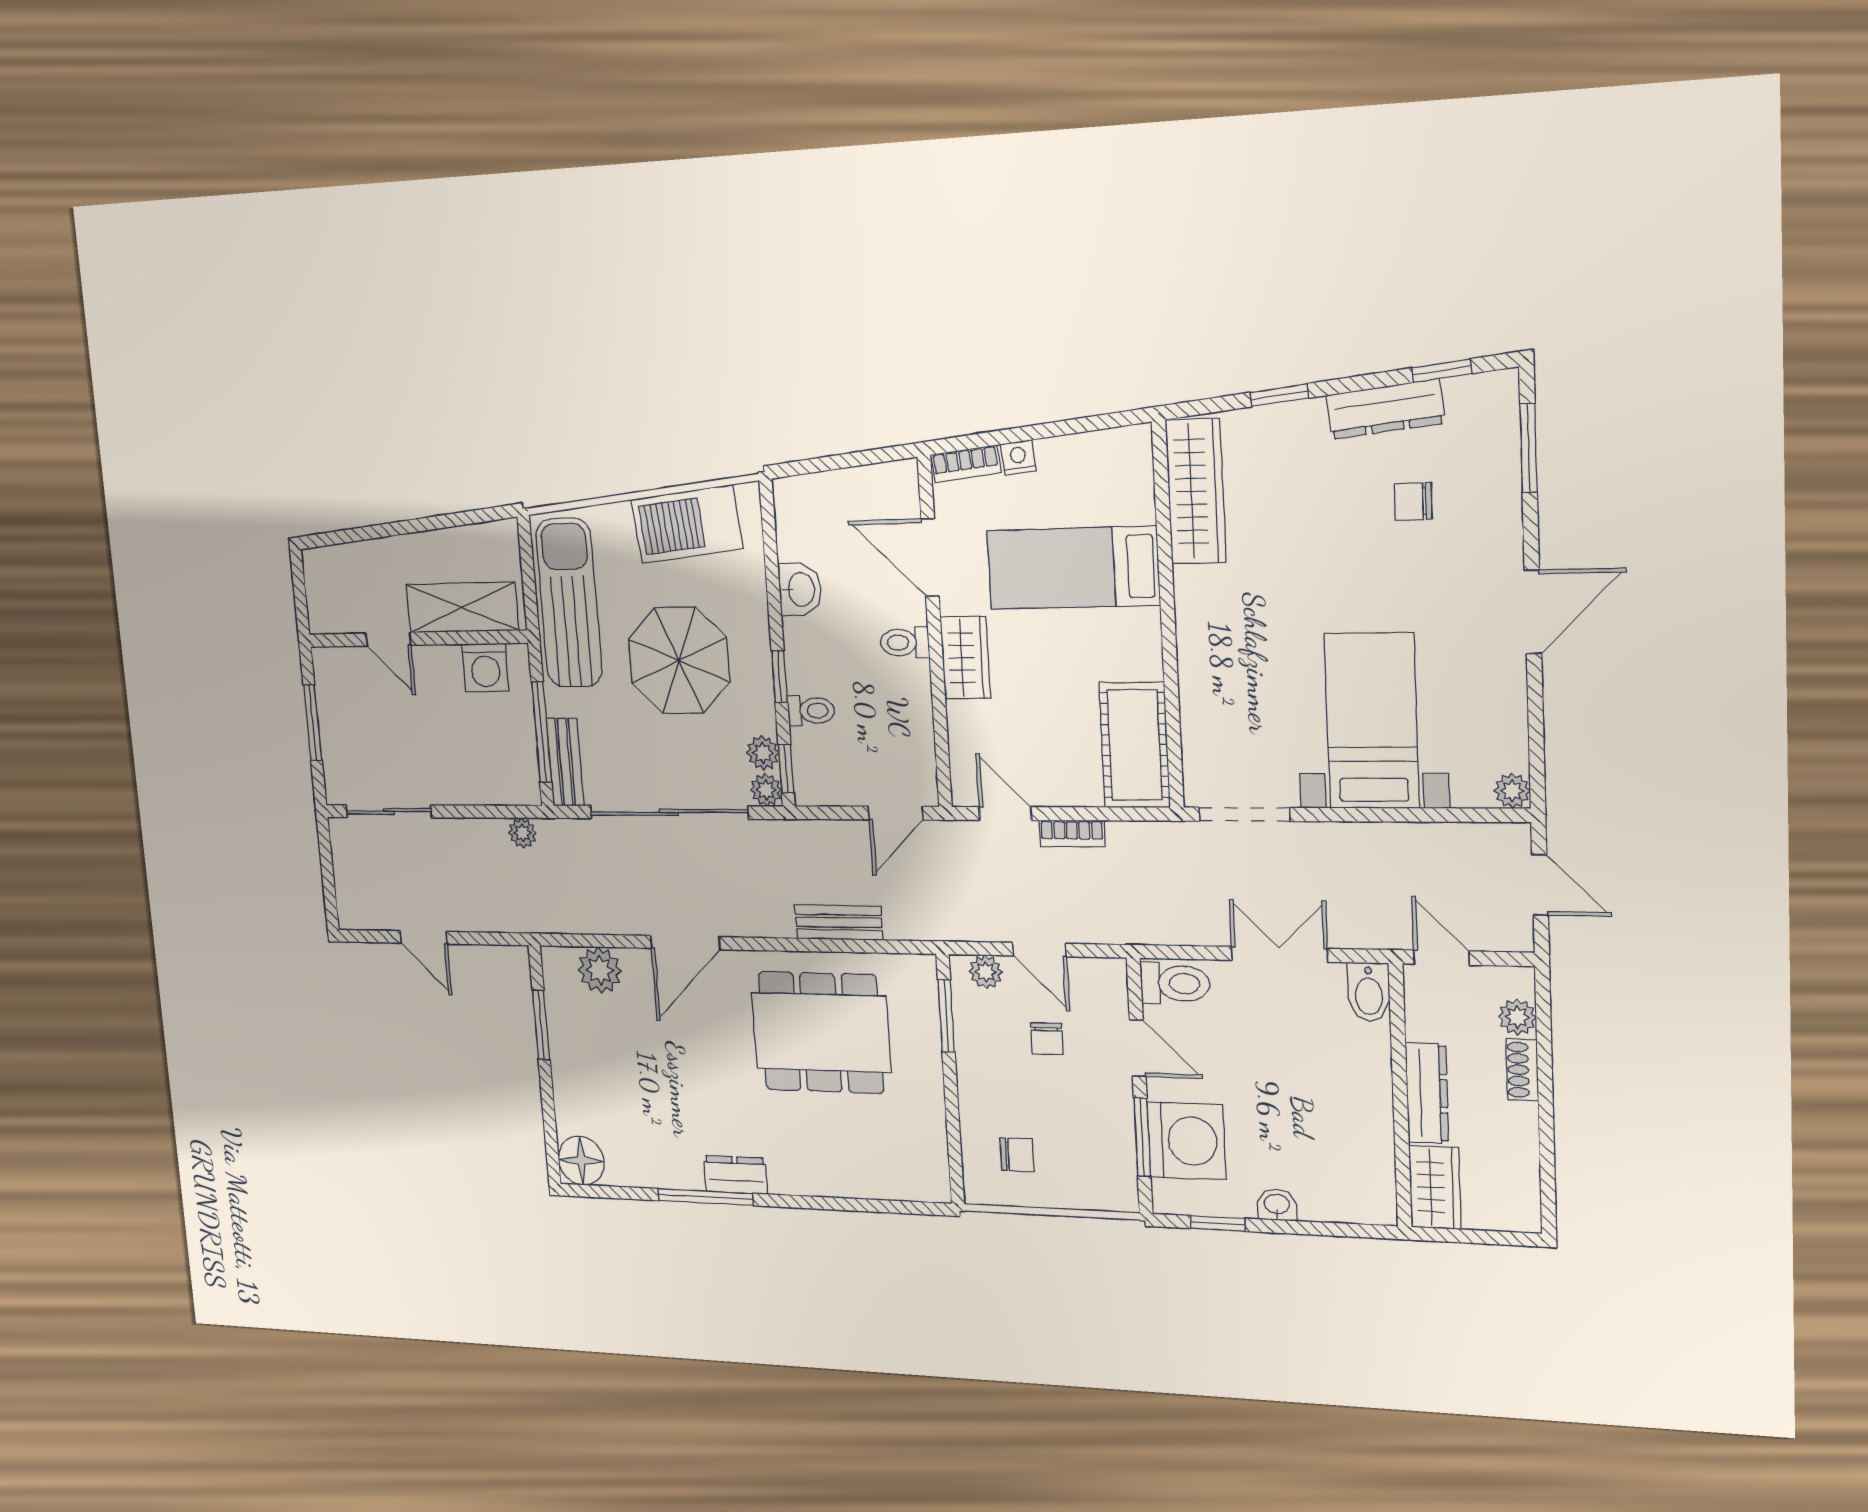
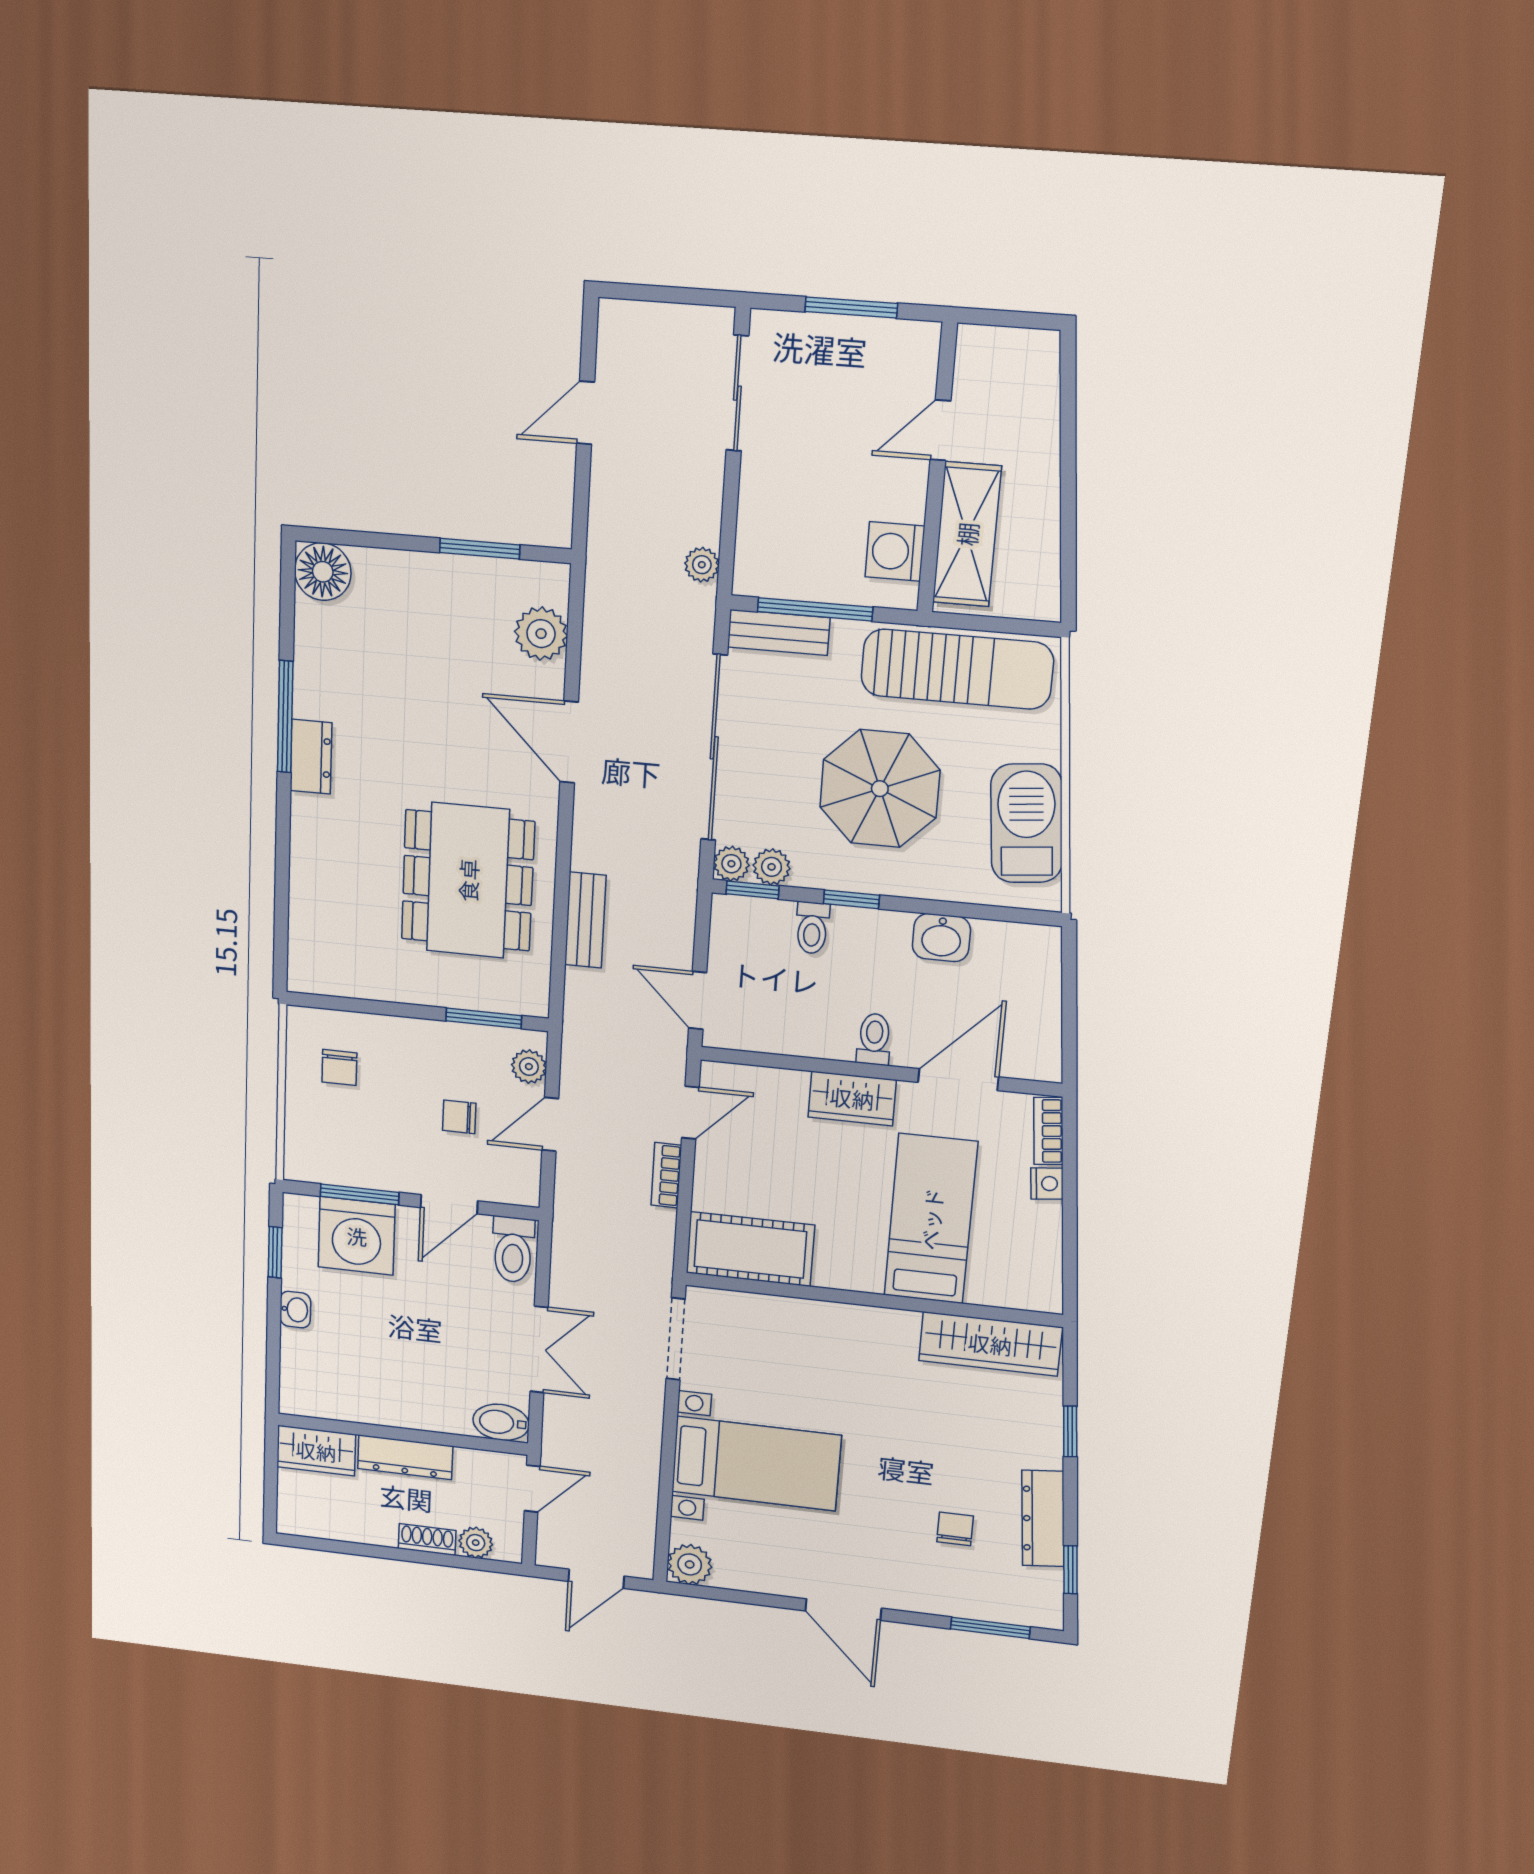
plant: (1512, 791) -> (690, 1564), width x1.38, depth x1.38

